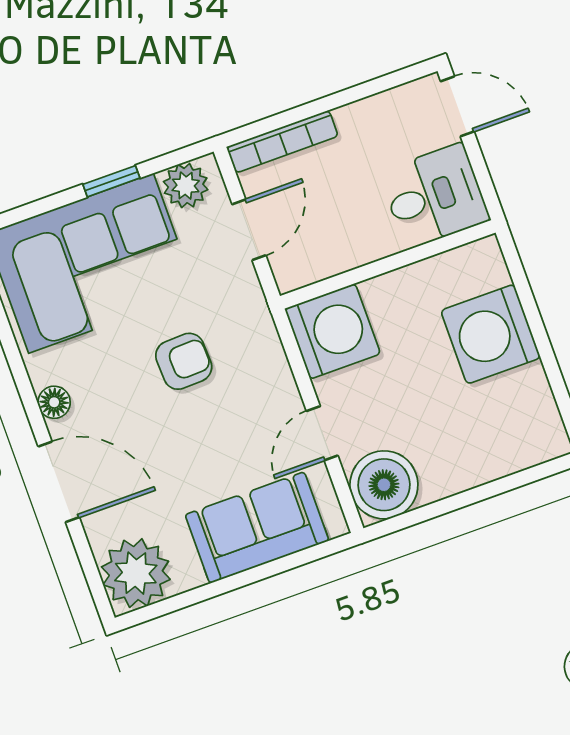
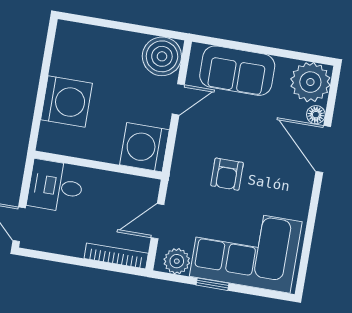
armchair: (184, 361) -> (227, 174), turned -88
floor lamp: (54, 402) -> (316, 115), moved

